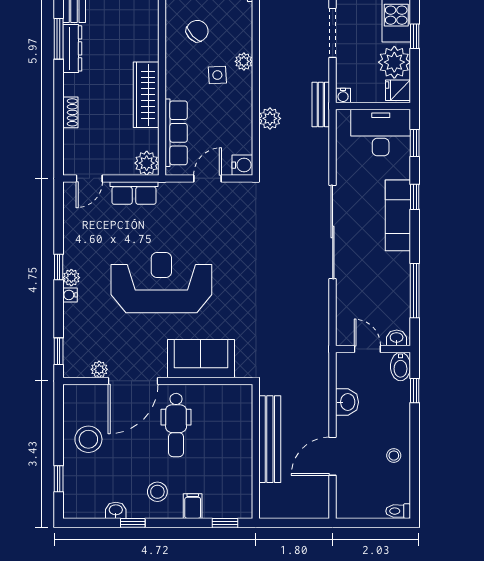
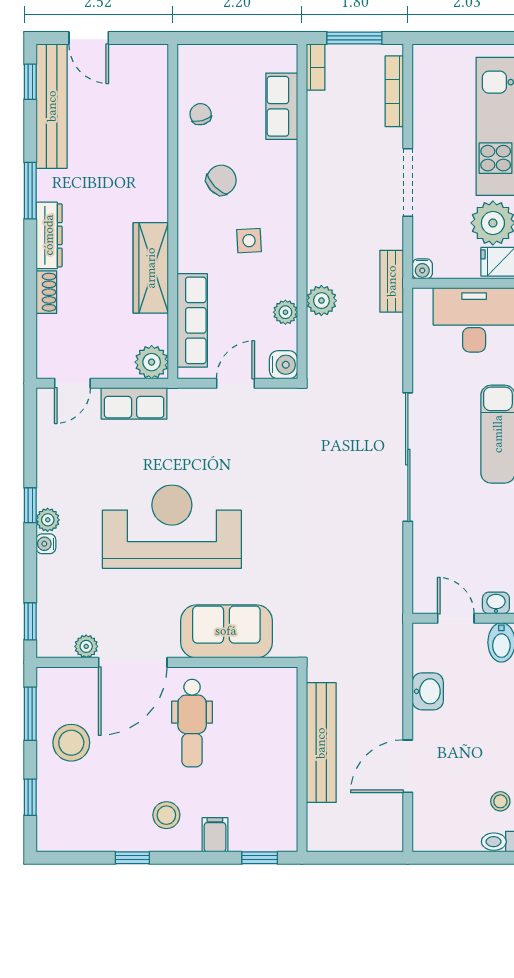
dresser: (72, 48) -> (49, 235), moved
plant: (244, 61) -> (285, 312), moved
window: (59, 418) -> (30, 714), added
stool: (394, 456) -> (500, 801), moved
washbasin: (116, 510) -> (109, 841), removed

